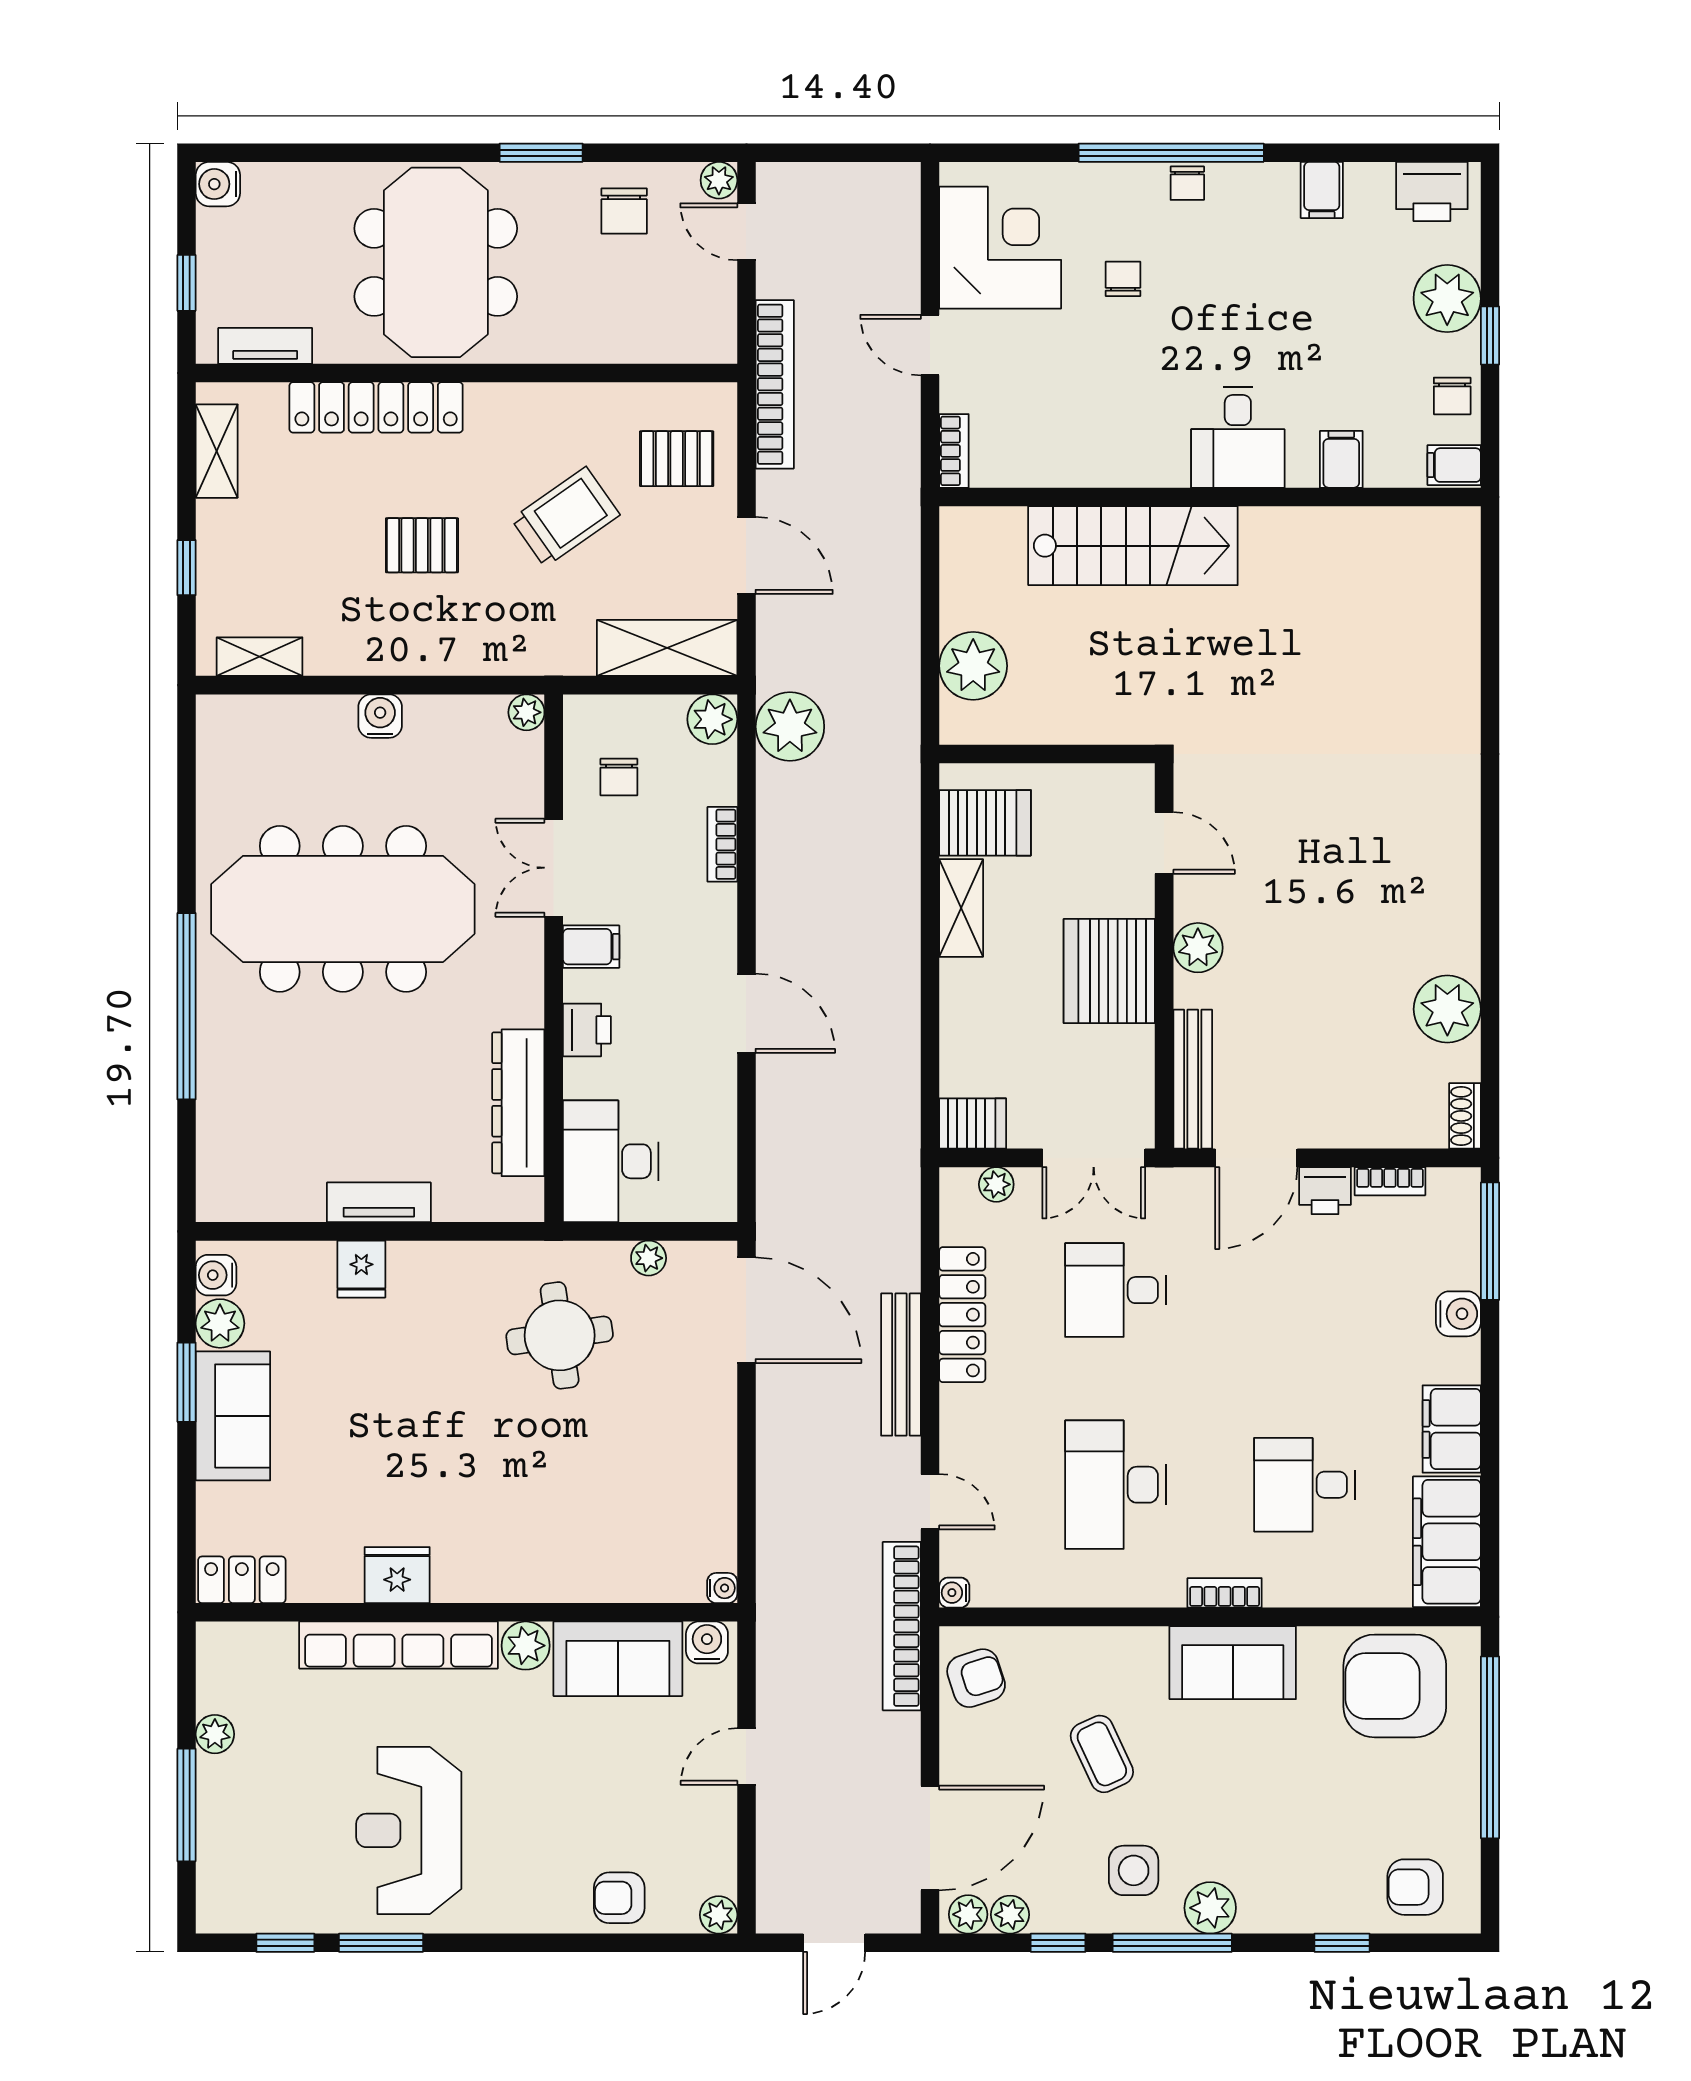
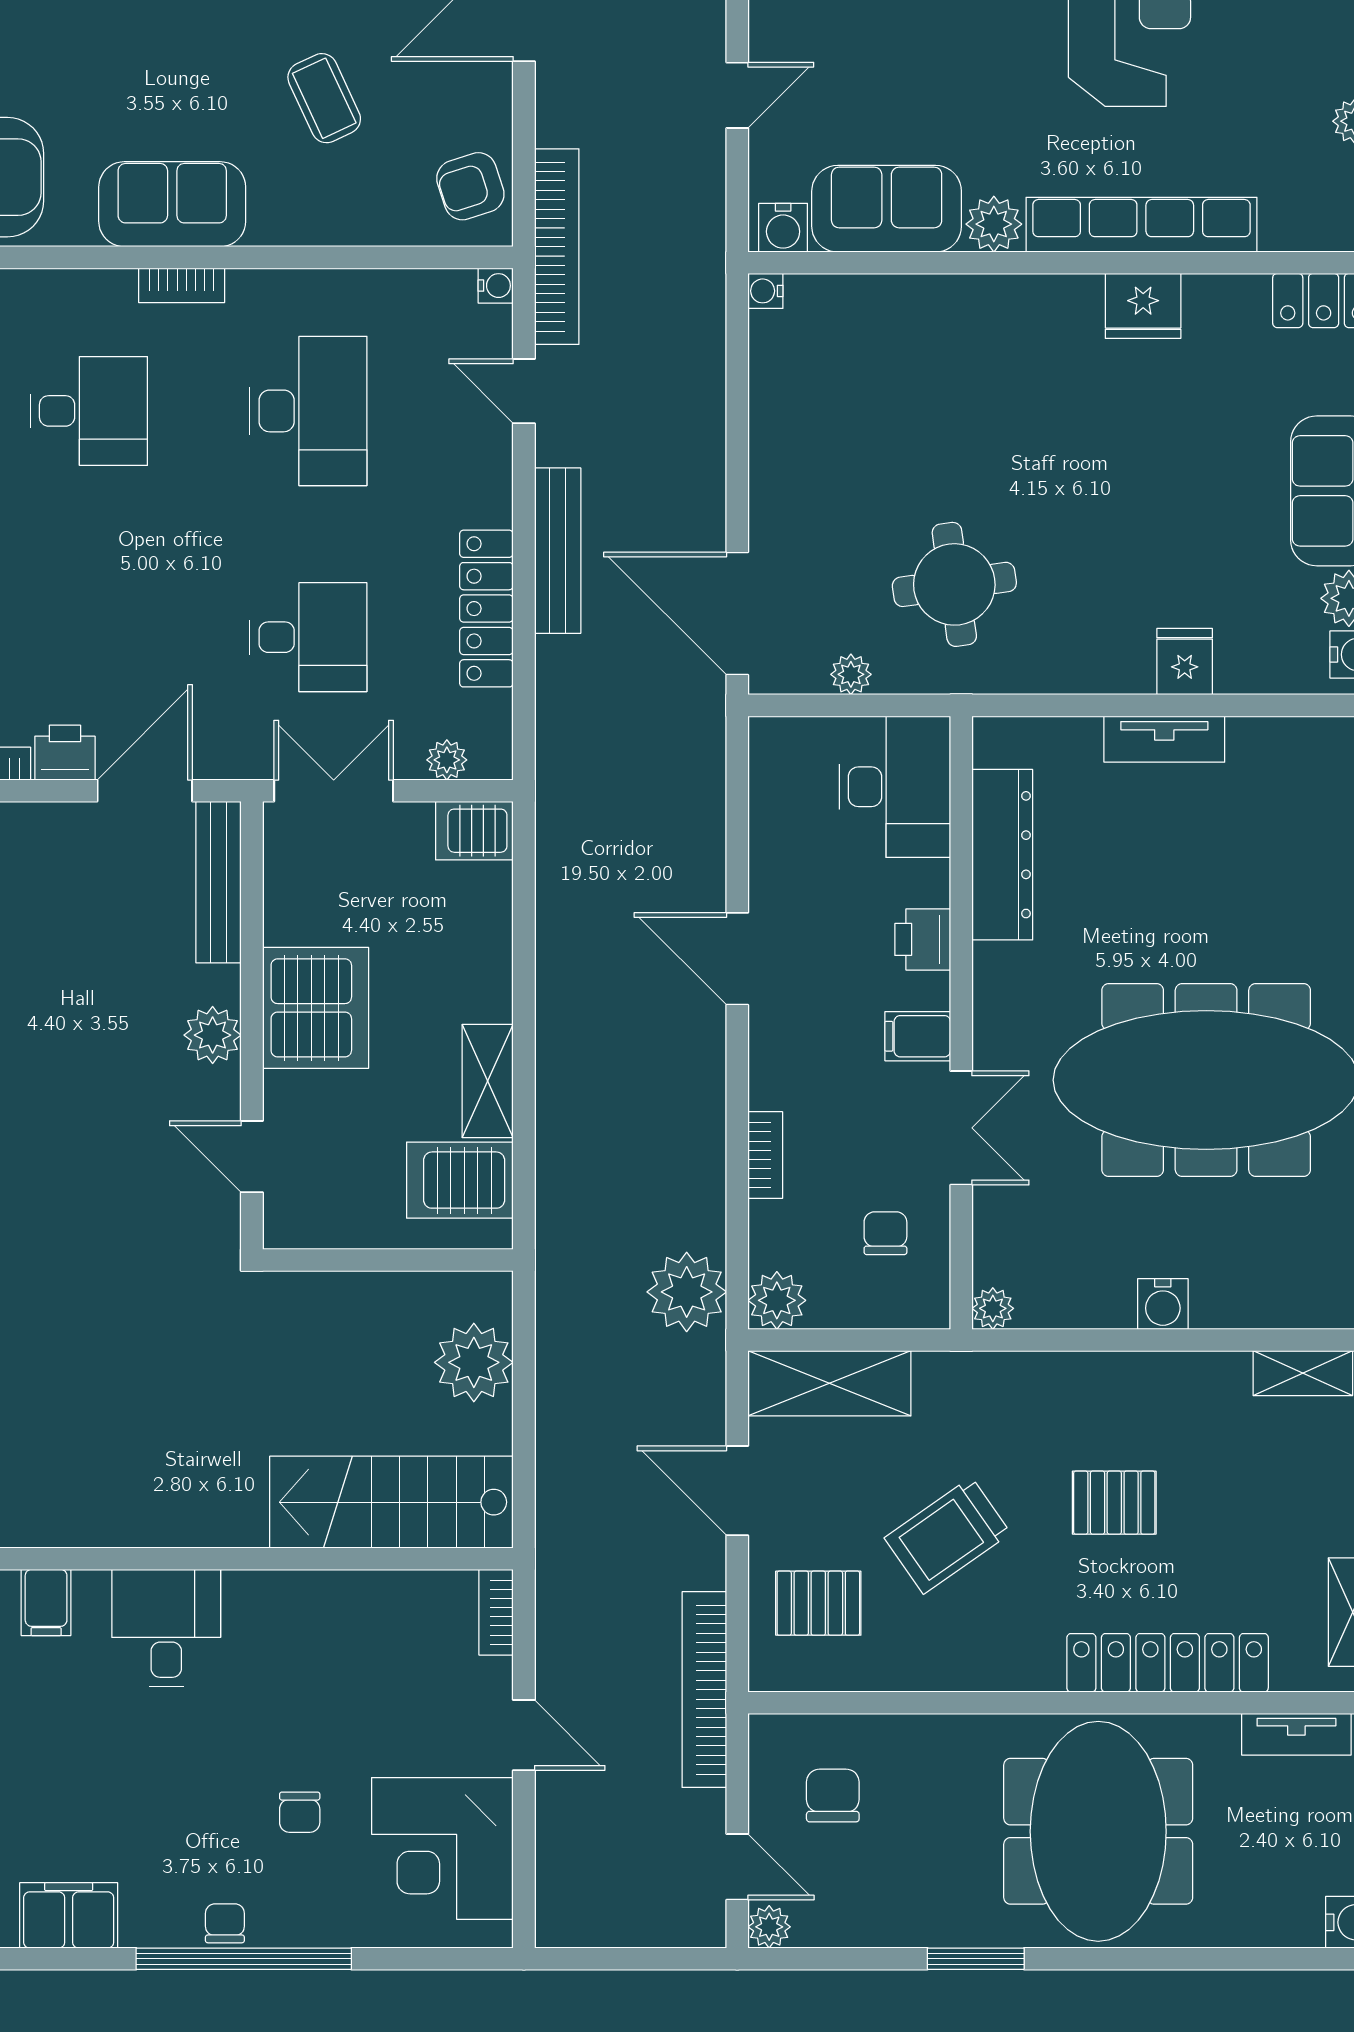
filing cabinet: (1322, 190) -> (69, 1915), width x2.00
chair: (624, 211) -> (833, 1796), moved
stairs: (1133, 546) -> (391, 1502), moved

